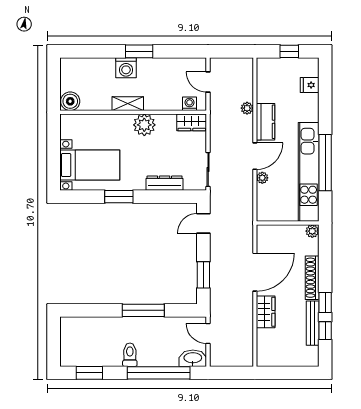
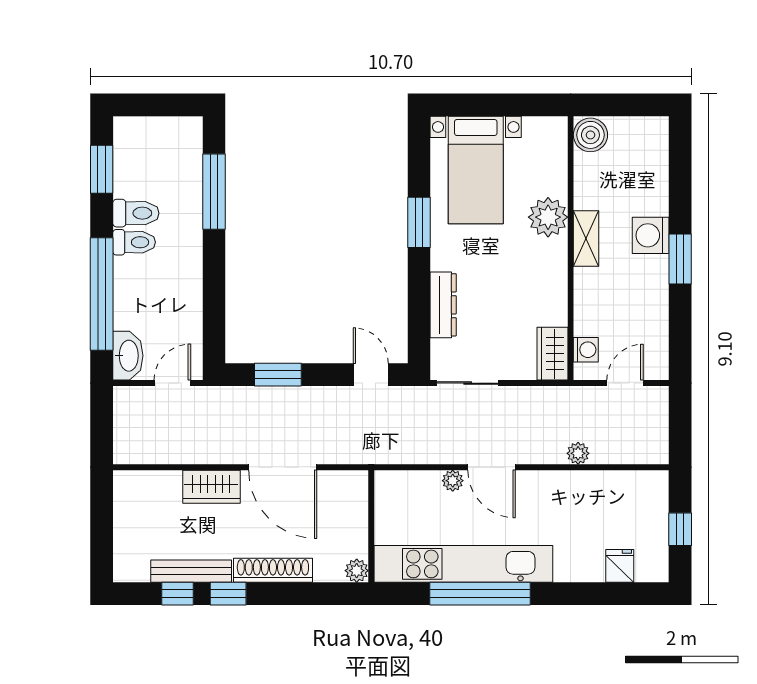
kitchen counter: (266, 122) -> (554, 487), removed
plant: (144, 125) -> (548, 217), moved
window: (143, 310) -> (214, 192), moved
toilet: (114, 354) -> (136, 213), added

